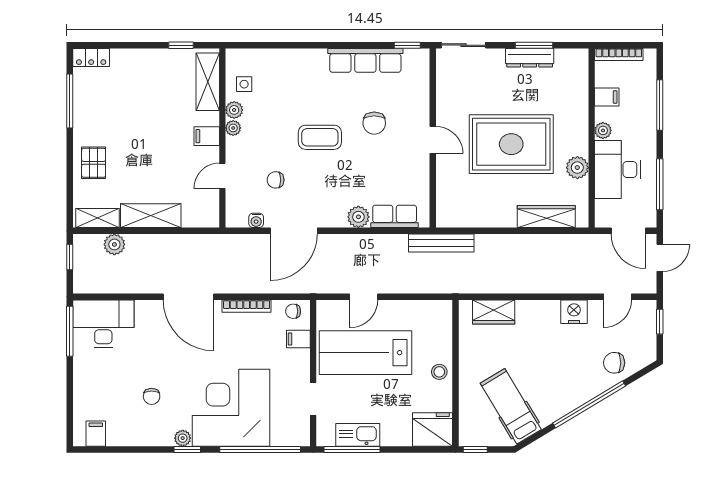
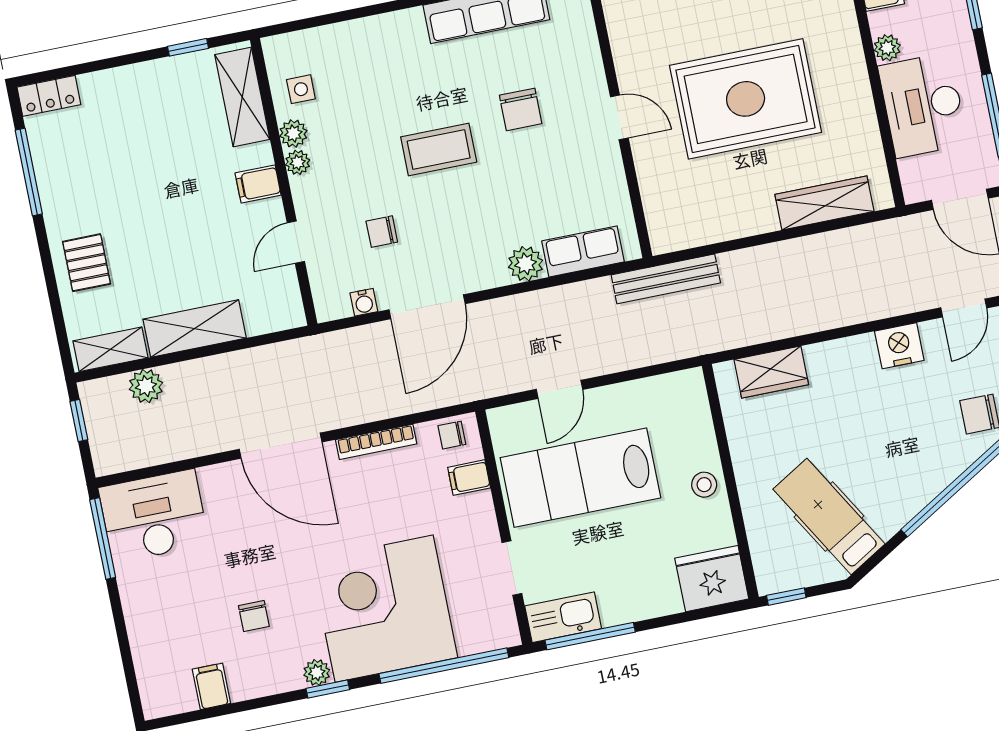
plant: (577, 168) -> (858, 115), removed
filing cabinet: (96, 434) -> (211, 686), moved
kitchen sink: (358, 435) -> (563, 617), moved

